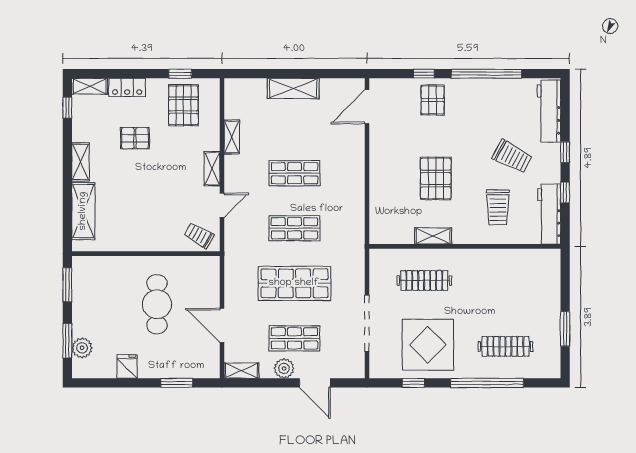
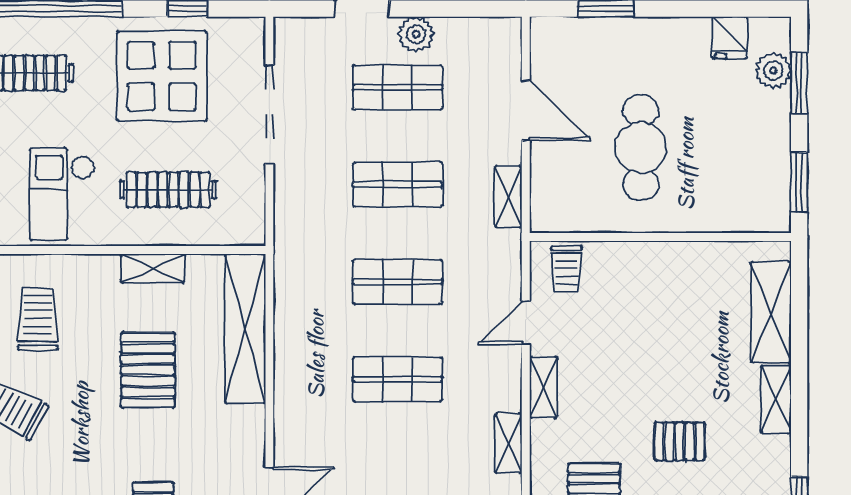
shelving: (381, 202) -> (245, 329), added
trolley: (199, 235) -> (566, 269), turned 60
checkout: (484, 278) -> (62, 194), added
shop shelf: (294, 283) -> (398, 185), width x0.70, depth x0.74
fridge: (127, 366) -> (730, 38), moved
shelving: (241, 371) -> (508, 197), moved, turned 90

